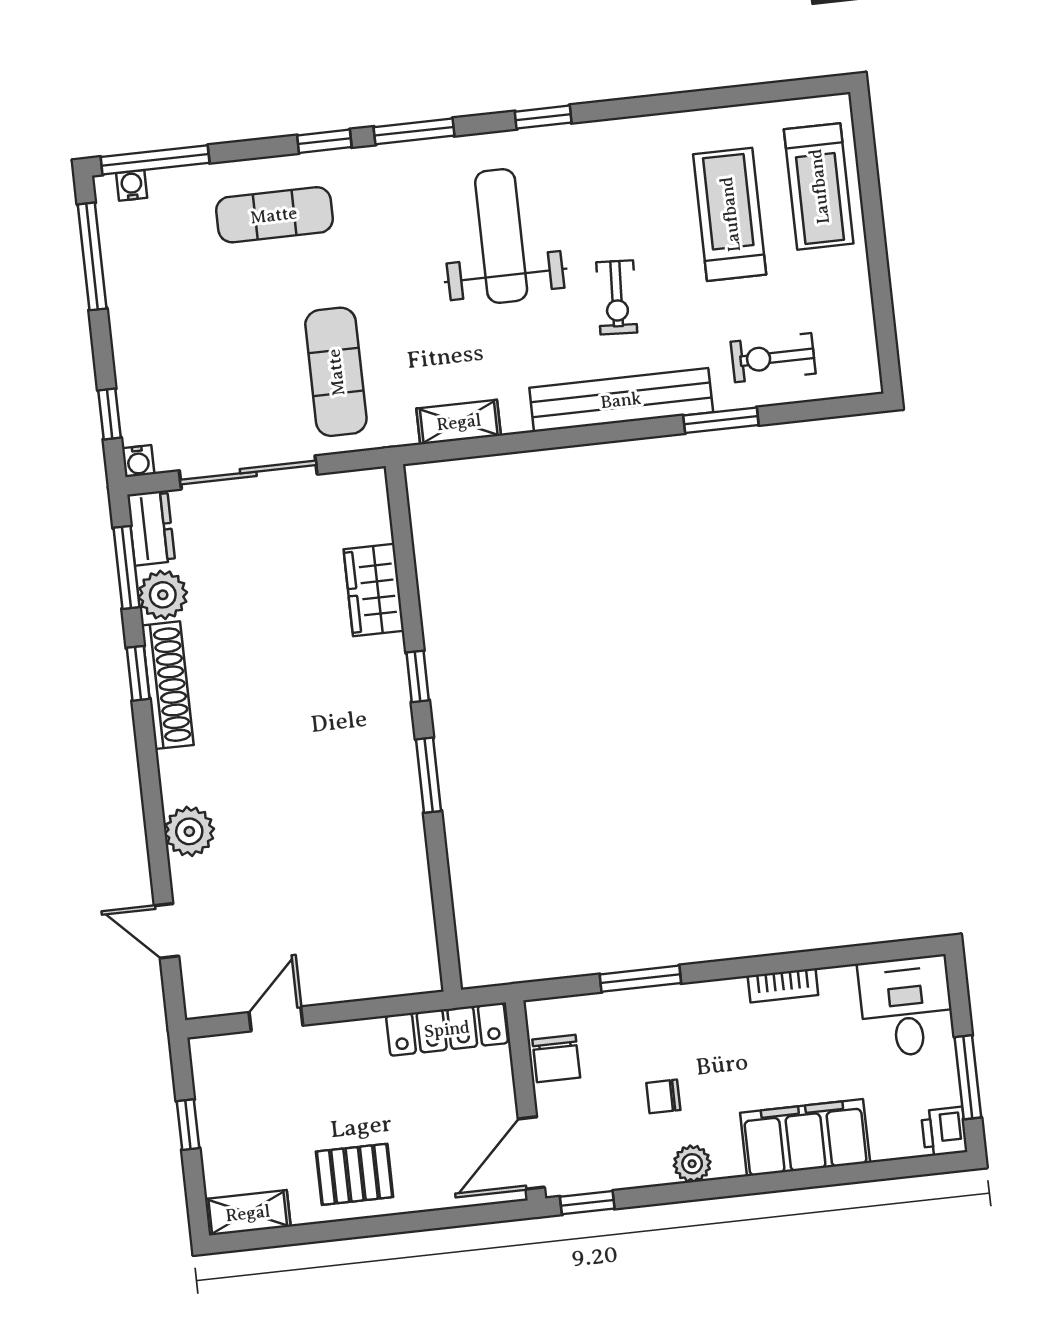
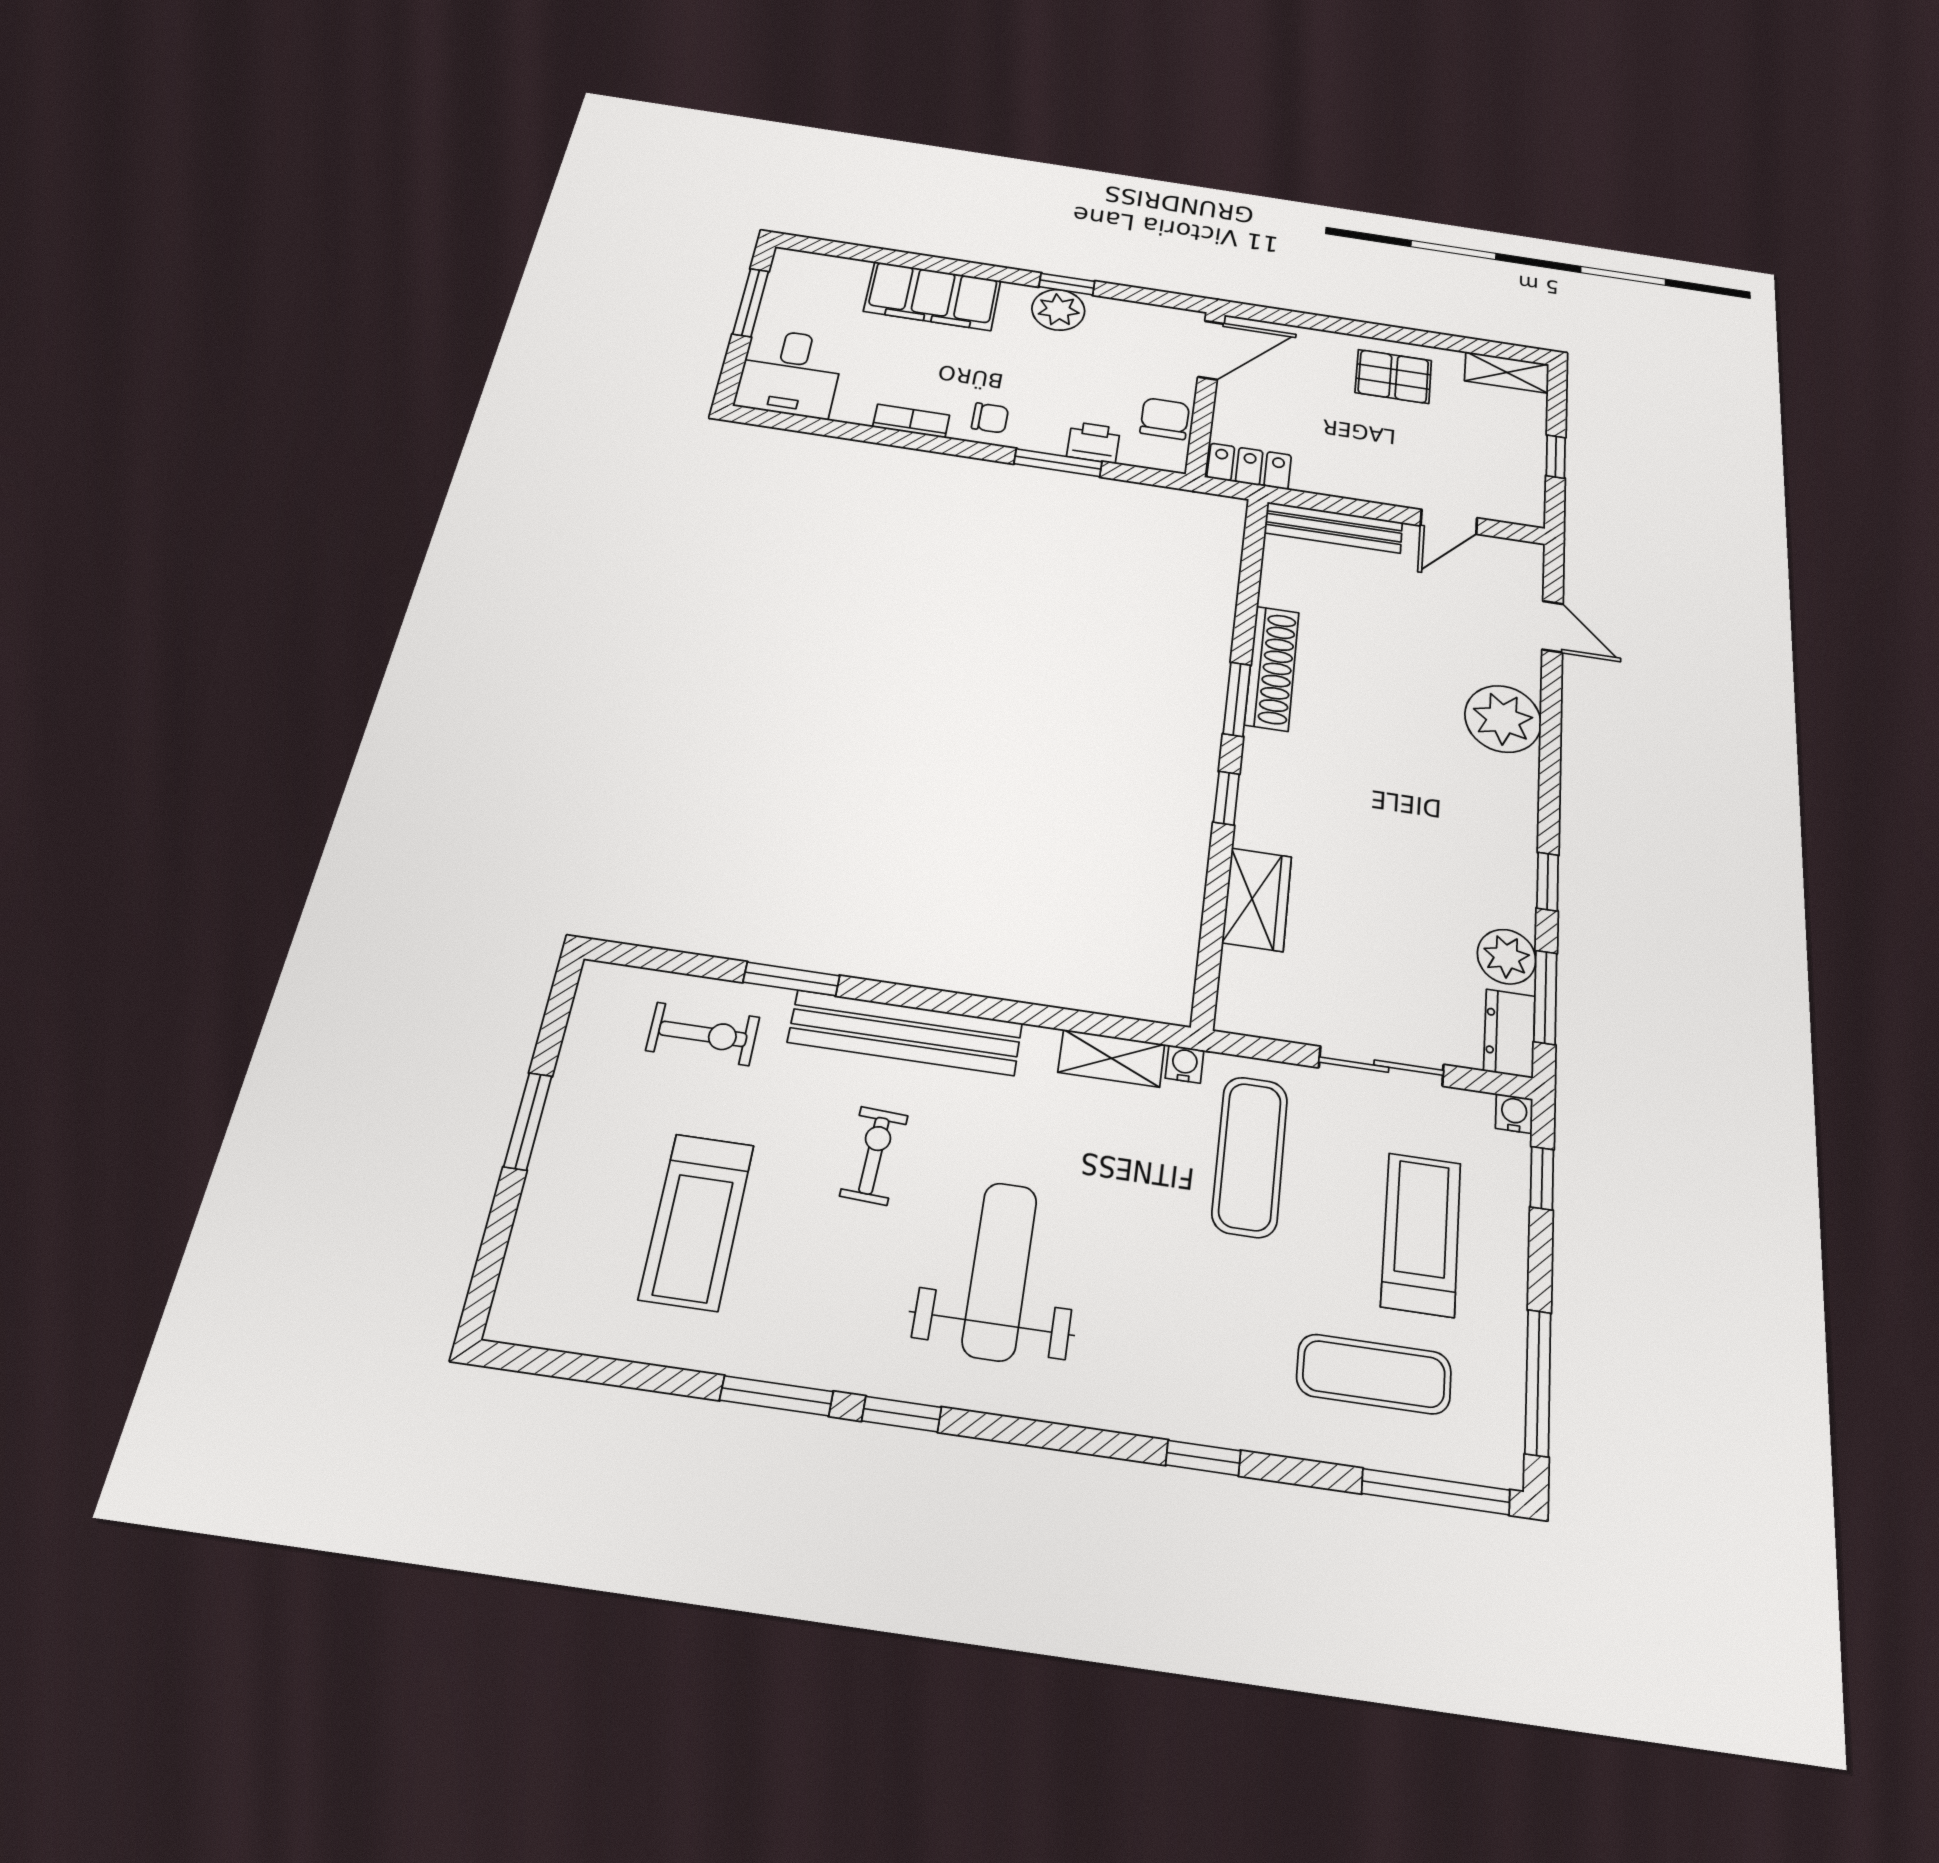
window: (414, 131) -> (776, 1396), moved
water cooler: (132, 185) -> (1185, 1064), moved, turned 180
treadmill: (819, 186) -> (1421, 1234), moved
exercise mat: (274, 215) -> (1374, 1374), moved
weight bench: (501, 236) -> (1000, 1271), turned 180
window: (877, 256) -> (528, 1121), added
sliding door: (248, 472) -> (1381, 1066), width x0.73
shoe rack: (168, 685) -> (1272, 668), moved, turned 180
plant: (189, 831) -> (1503, 719), width x1.36, depth x1.36
bench: (379, 981) -> (1334, 528), added
locker: (447, 1029) -> (1249, 466), width x0.66
chair: (663, 1096) -> (990, 418), moved
printer: (944, 1132) -> (1094, 442), moved, turned -90
plant: (692, 1164) -> (1058, 310), width x1.38, depth x1.38
window: (587, 1203) -> (1067, 284), moved

